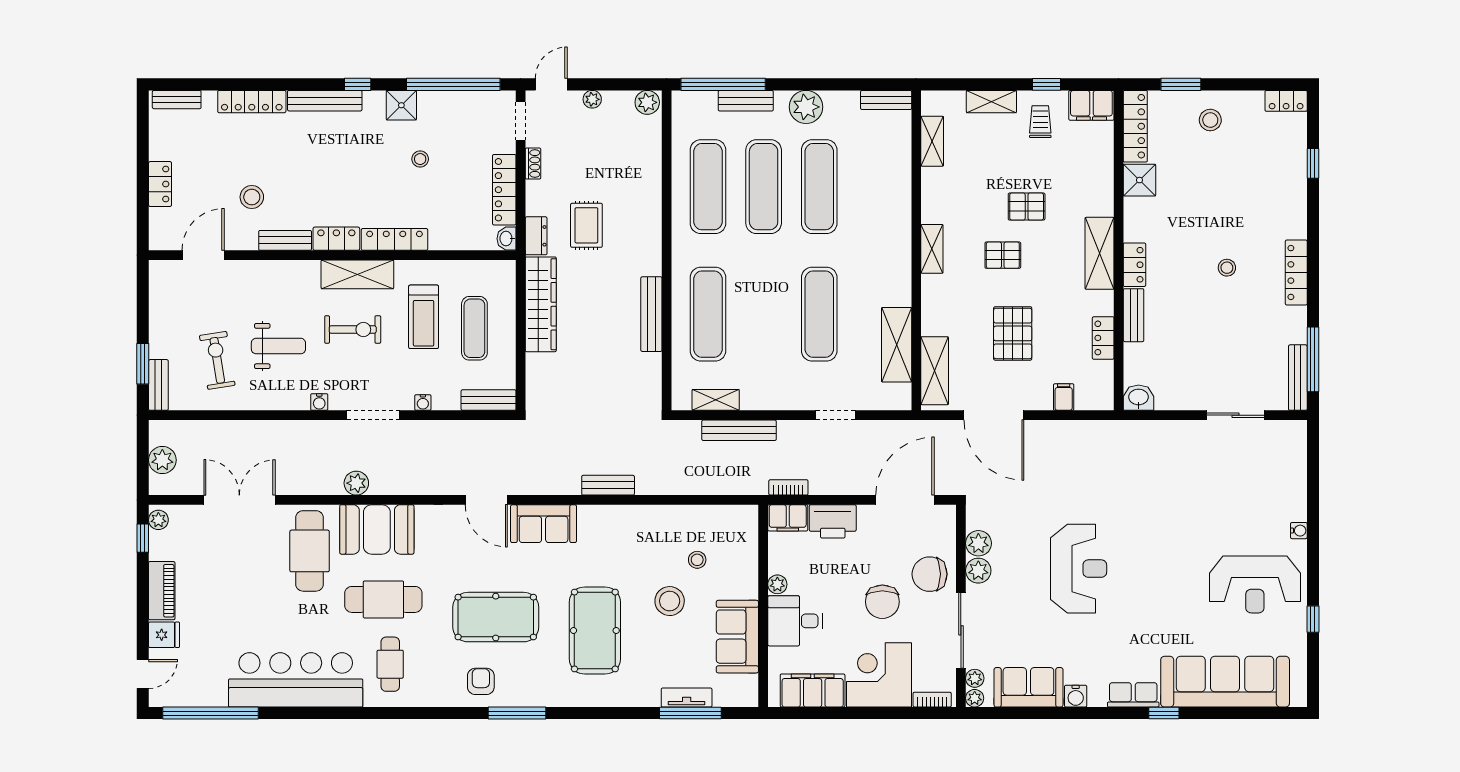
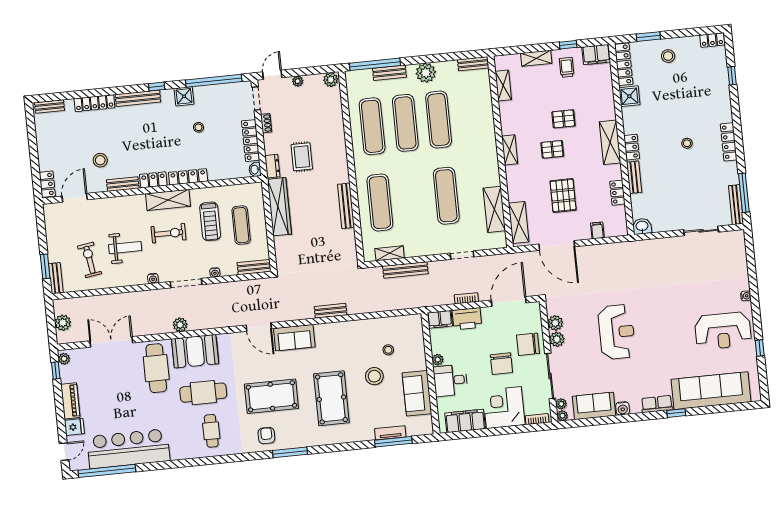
locker: (160, 184) -> (47, 184), moved
bookcase: (788, 487) -> (466, 298), moved
bar counter: (296, 680) -> (128, 449), moved

